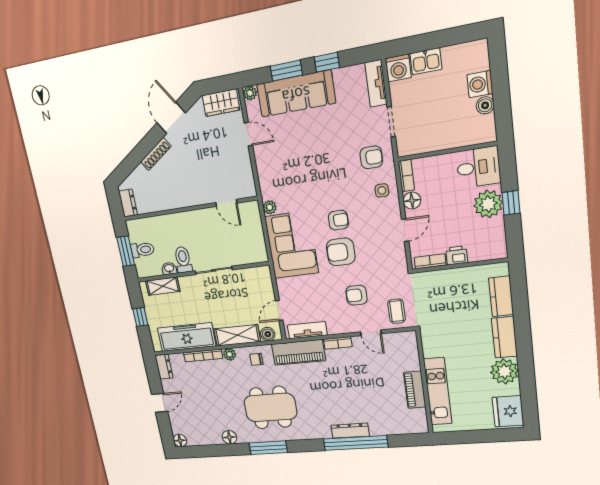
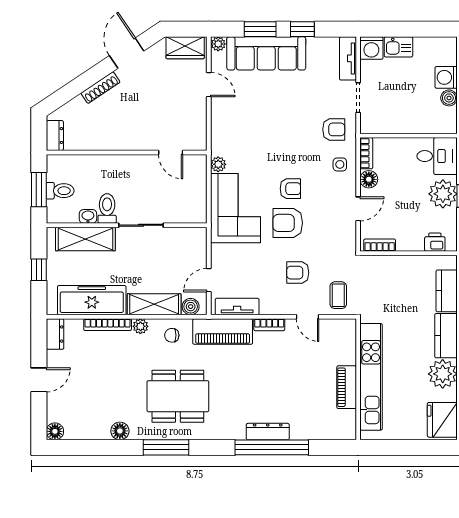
printer: (457, 255) -> (435, 242), moved
shelving: (163, 286) -> (85, 239), width x1.50, depth x1.33
kitchen unit: (438, 391) -> (371, 377), width x1.36

